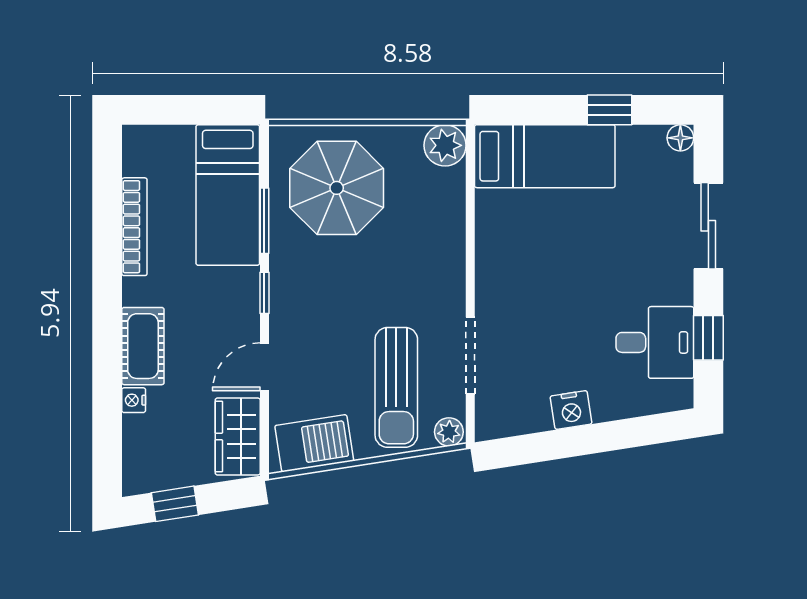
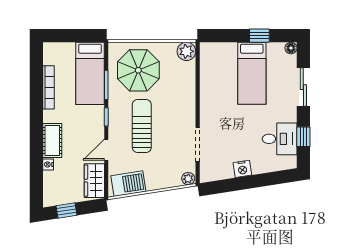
bed: (545, 156) -> (252, 73), moved, turned 90
sun lounger: (396, 387) -> (142, 126), moved, turned 180

